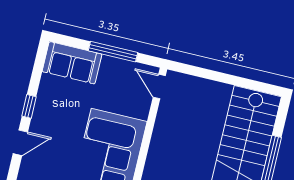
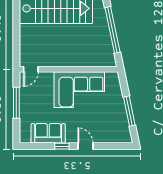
sofa: (72, 63) -> (48, 133), moved, turned -90

